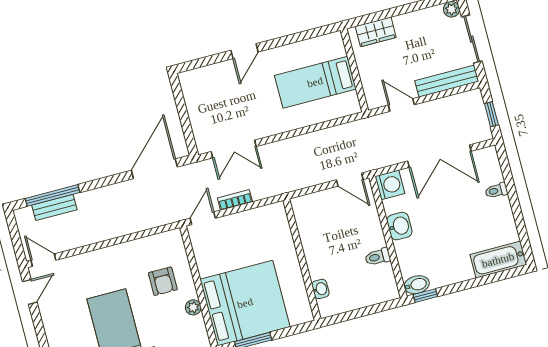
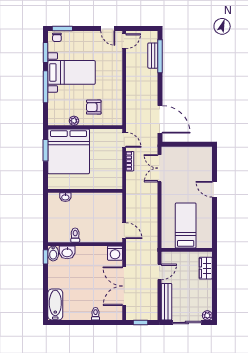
door: (350, 180) -> (124, 231), swing flipped
washbasin: (399, 226) -> (67, 252), moved

